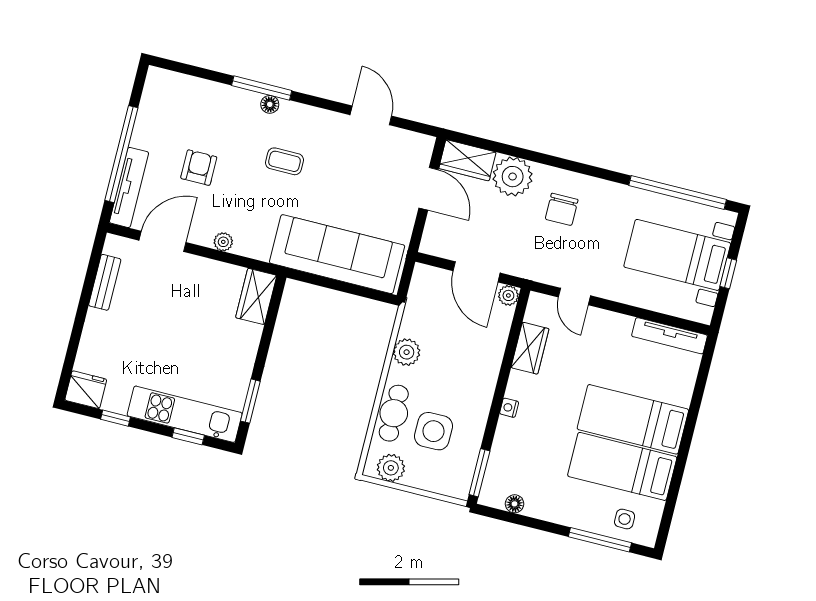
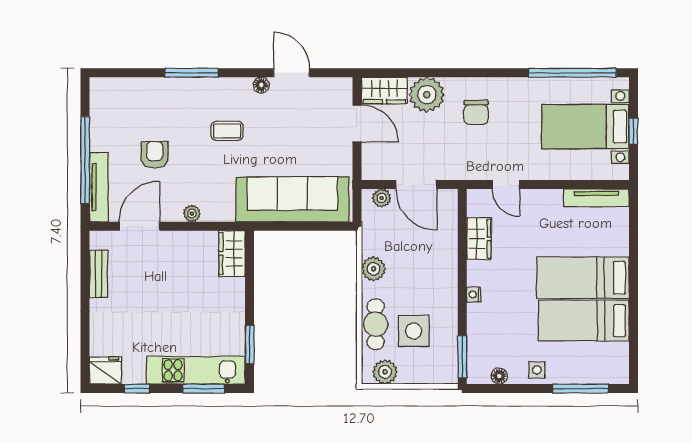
floor lamp: (270, 104) -> (261, 85), moved
plant: (508, 295) -> (382, 198), moved
window: (188, 436) -> (204, 389), width x1.50
side table: (625, 519) -> (537, 370), moved

